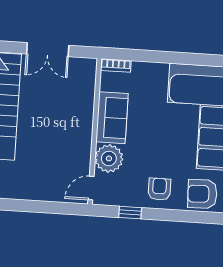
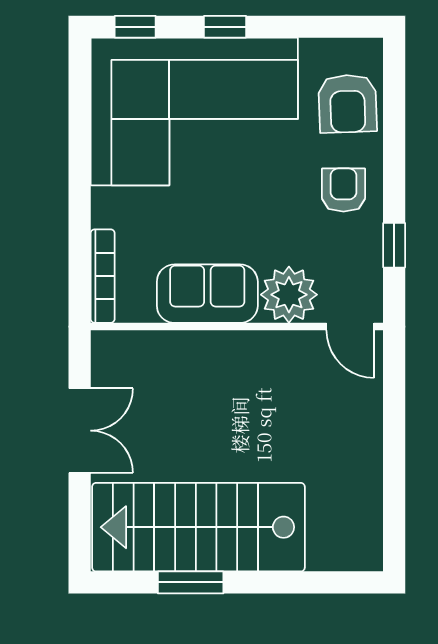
bookcase: (116, 66) -> (103, 276), width x1.56
armchair: (159, 189) -> (343, 190), turned 90

